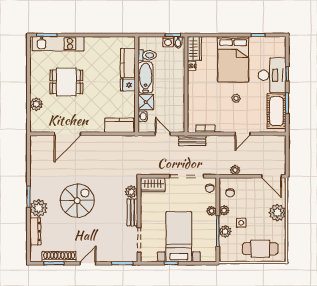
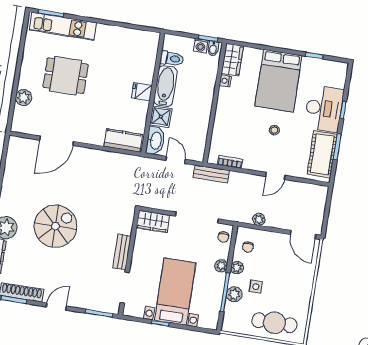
kitchen counter: (128, 63) -> (146, 64), removed
washbasin: (143, 116) -> (155, 141), width x1.91, depth x1.45
plant: (131, 192) -> (125, 226), removed
plant: (277, 213) -> (303, 281), removed

